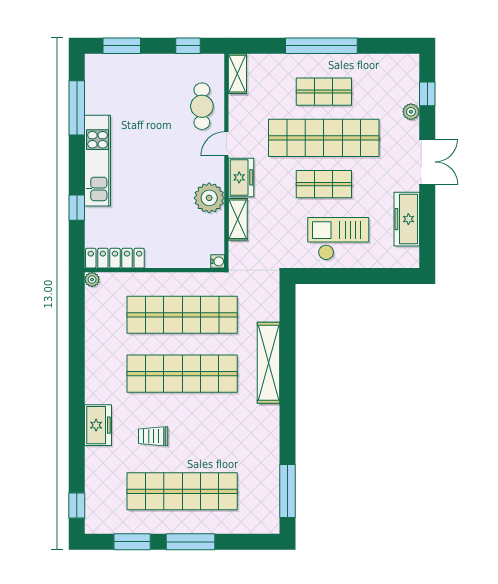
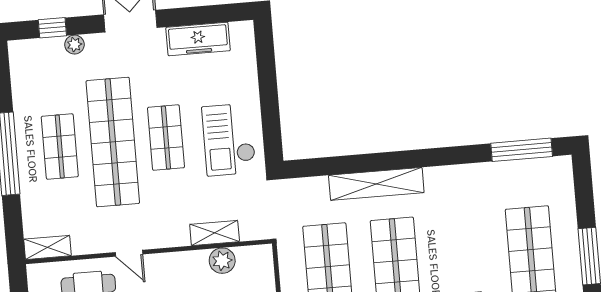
freezer: (241, 177) -> (166, 233), removed
plant: (209, 198) -> (222, 261), moved, width x0.73, depth x0.73
checkout: (338, 239) -> (229, 140), moved
water cooler: (218, 261) -> (265, 252), removed

